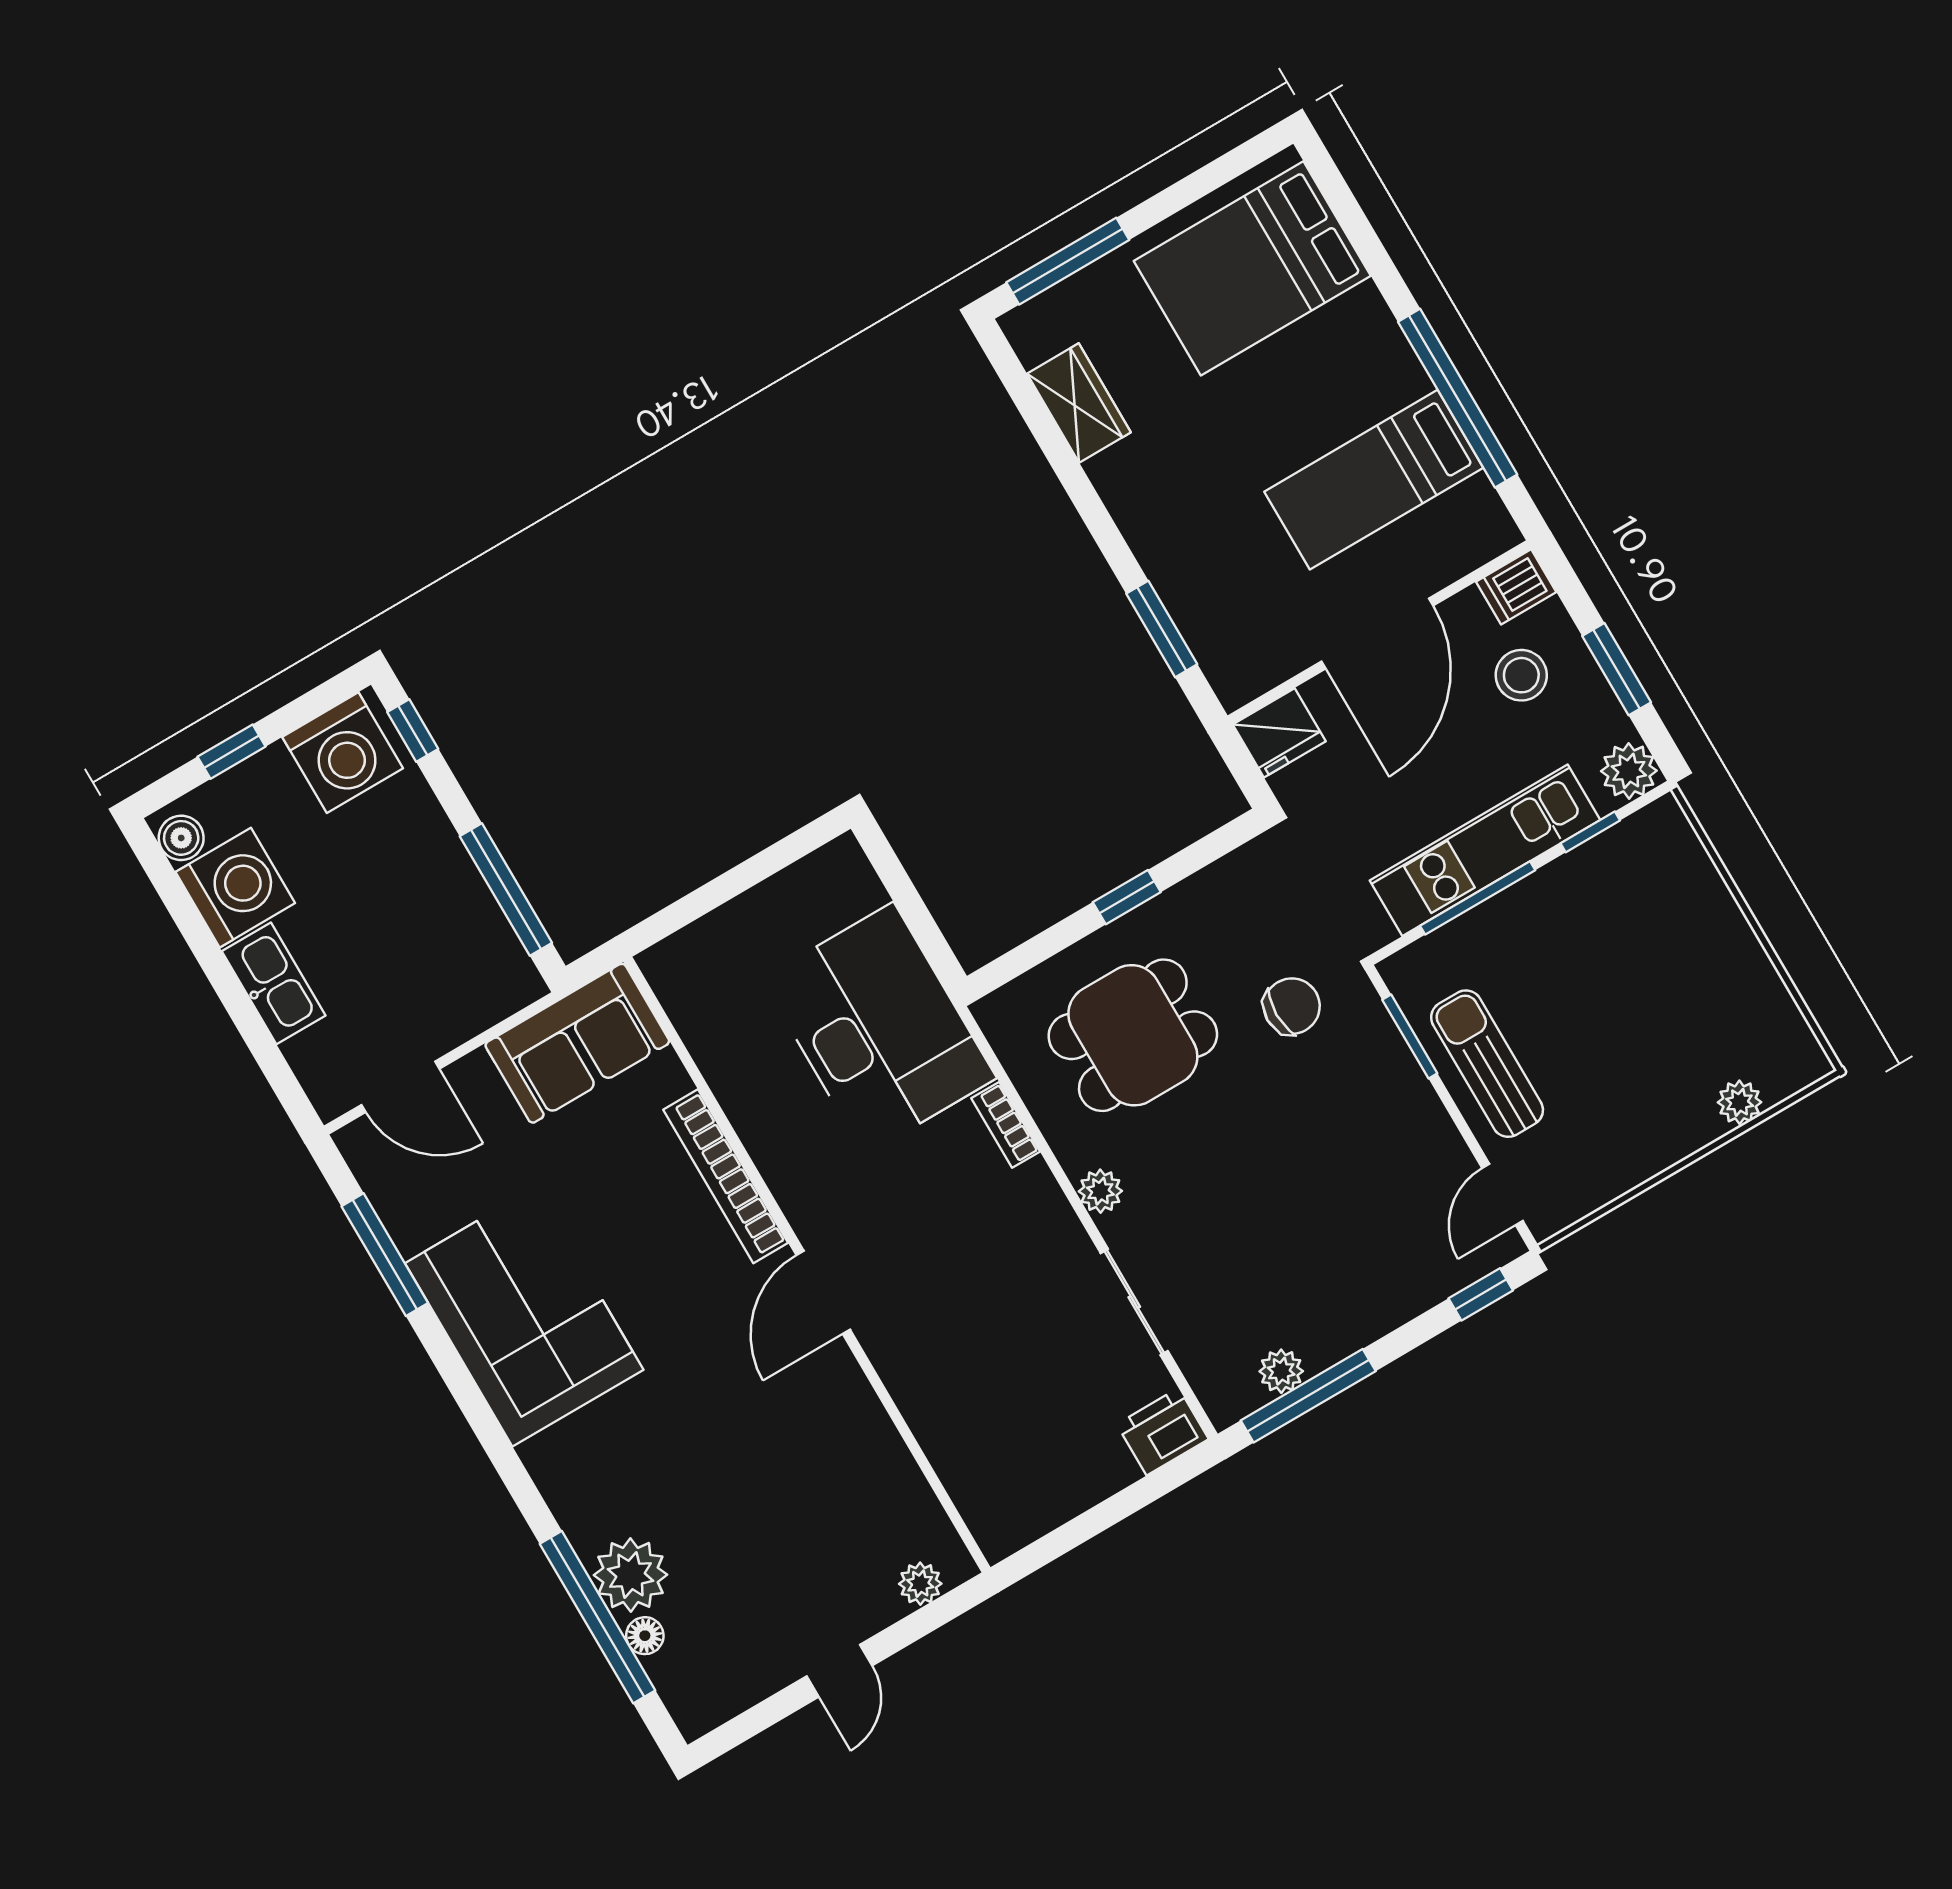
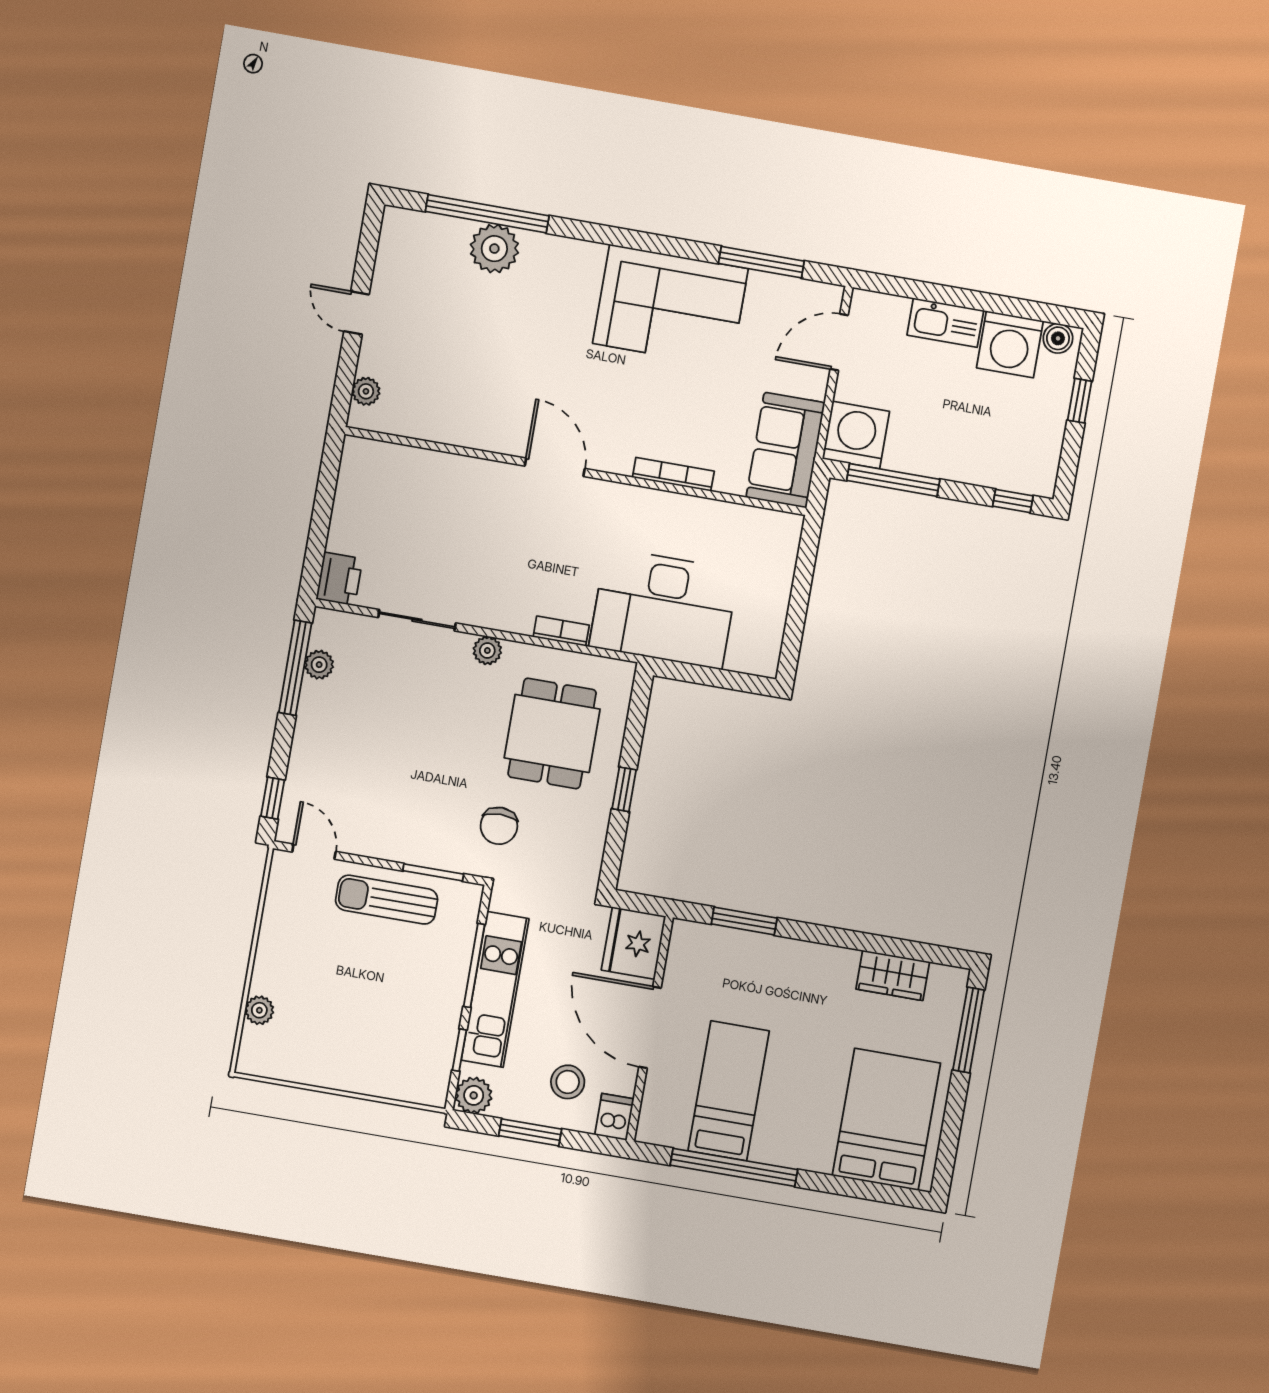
fridge: (1279, 733) -> (634, 943), width x1.36, depth x1.34
washing machine: (343, 753) -> (856, 435), moved, turned 90
sun lounger: (1487, 1064) -> (387, 900), turned 180
bookcase: (726, 1176) -> (673, 474), width x0.68, depth x0.76
floor lamp: (645, 1636) -> (458, 230), removed

